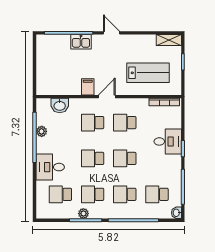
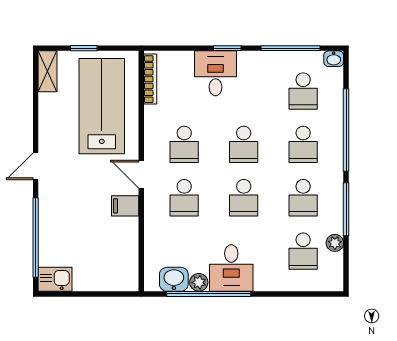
kitchen sink: (81, 42) -> (55, 279), moved, turned -90
lab bench: (148, 73) -> (102, 106), width x1.36, depth x1.39
washbasin: (60, 105) -> (174, 279), moved, turned -90
desk: (50, 167) -> (231, 268), moved
plant: (83, 214) -> (335, 243), moved

